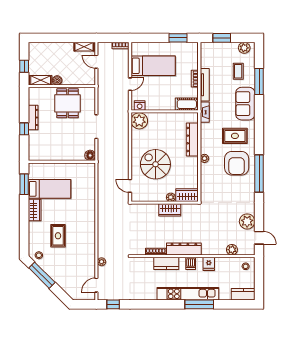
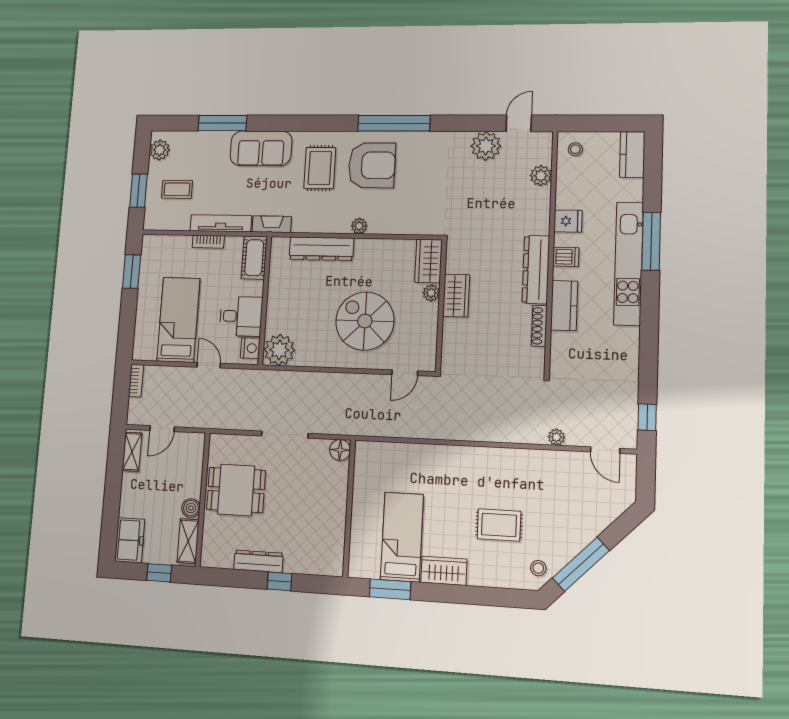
freezer: (39, 49) -> (130, 540), added
coffee table: (238, 71) -> (177, 189), moved
desk: (156, 99) -> (241, 316), added
spiral stairs: (155, 164) -> (365, 321), turned 90

